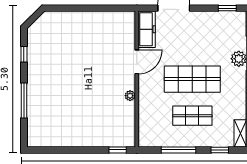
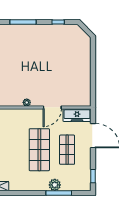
door: (137, 62) -> (52, 107), hinge flipped
shop shelf: (192, 116) -> (67, 150), moved

